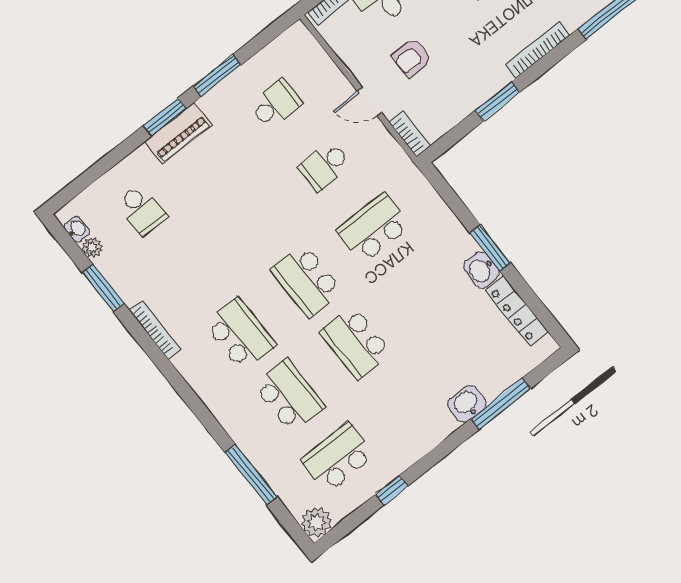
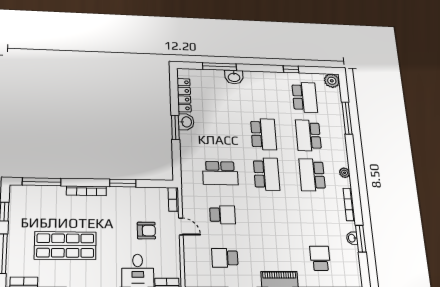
washbasin: (77, 229) -> (352, 238), moved
plant: (92, 248) -> (345, 173), moved
school desk: (338, 458) -> (305, 97), turned -90

